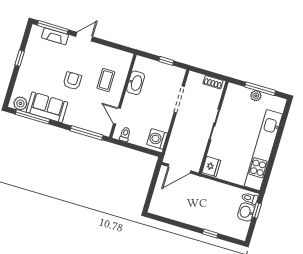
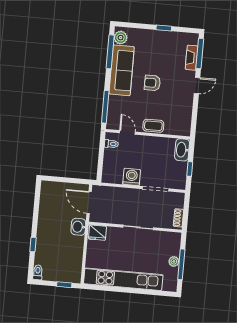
door: (84, 37) -> (197, 86), hinge flipped
coffee table: (106, 80) -> (153, 126), moved
armchair: (72, 81) -> (152, 83), turned 180
washbasin: (136, 83) -> (182, 150), moved, turned 90
sofa: (47, 107) -> (122, 70), width x1.36
door: (117, 116) -> (127, 132), hinge flipped
washing machine: (157, 139) -> (132, 177), moved
toilet: (250, 198) -> (38, 272), moved
washbasin: (246, 212) -> (78, 227), moved, turned -90

